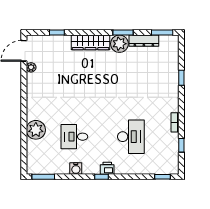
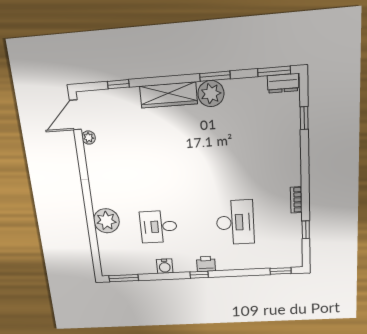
dresser: (144, 41) -> (283, 83), moved, width x0.70
window: (181, 78) -> (304, 118), moved

